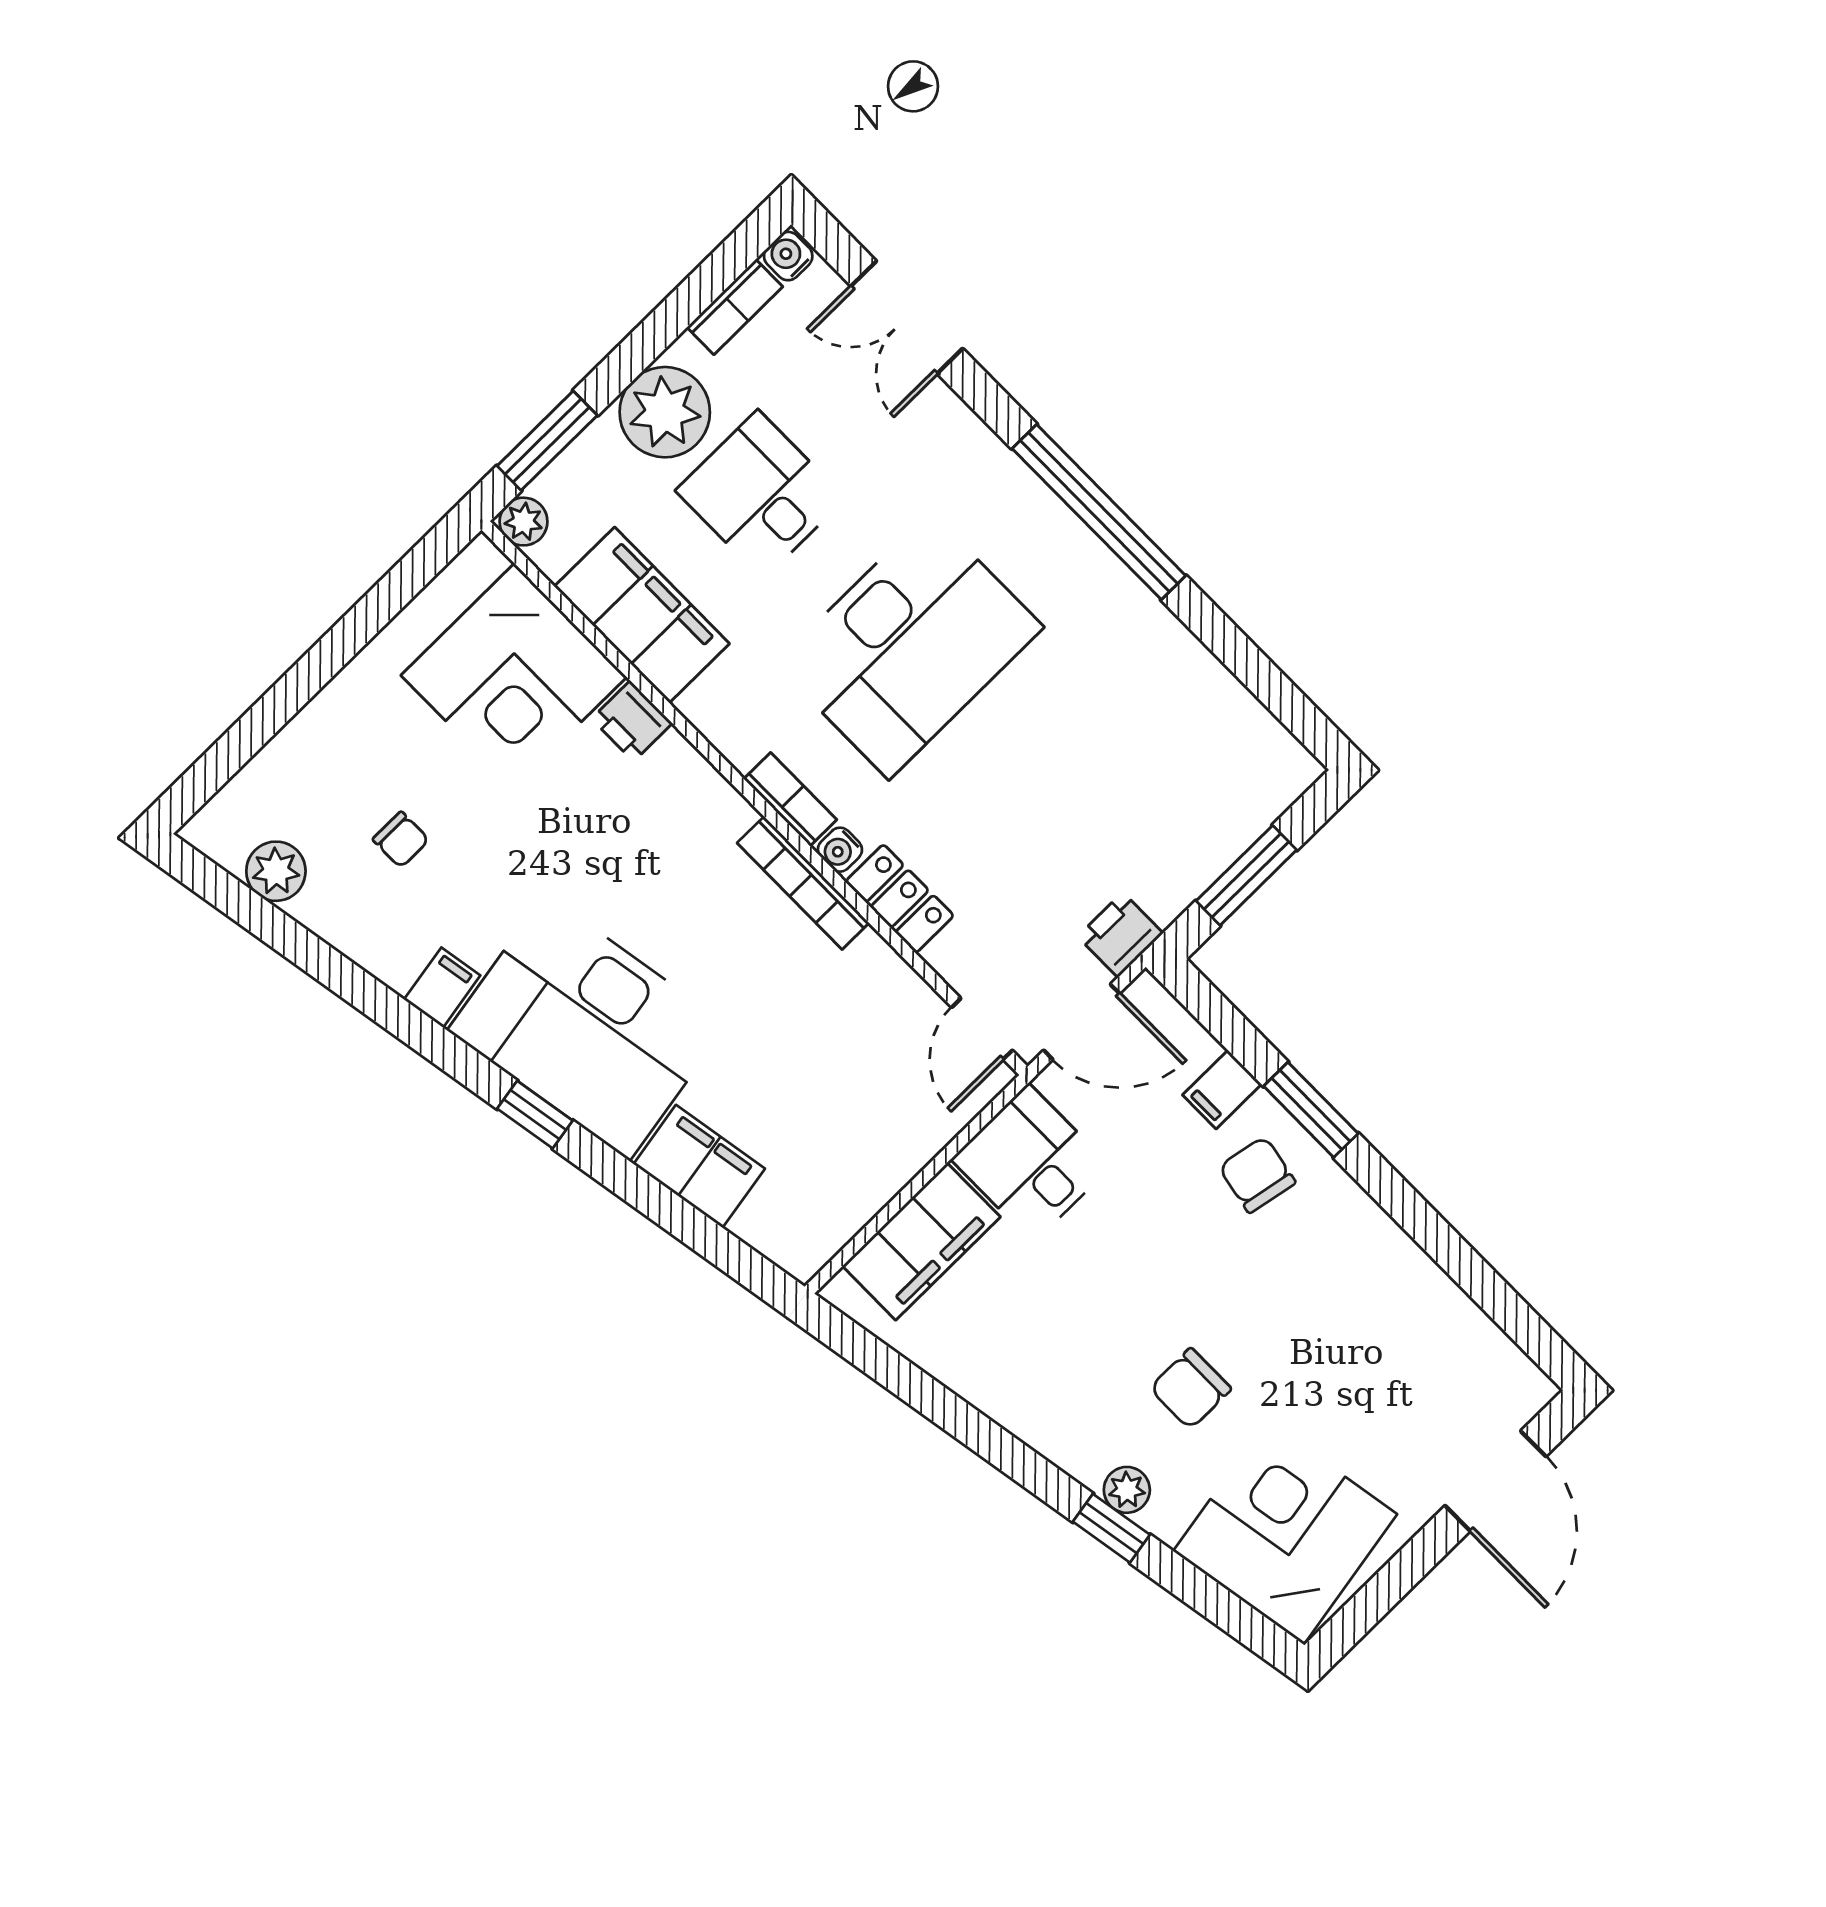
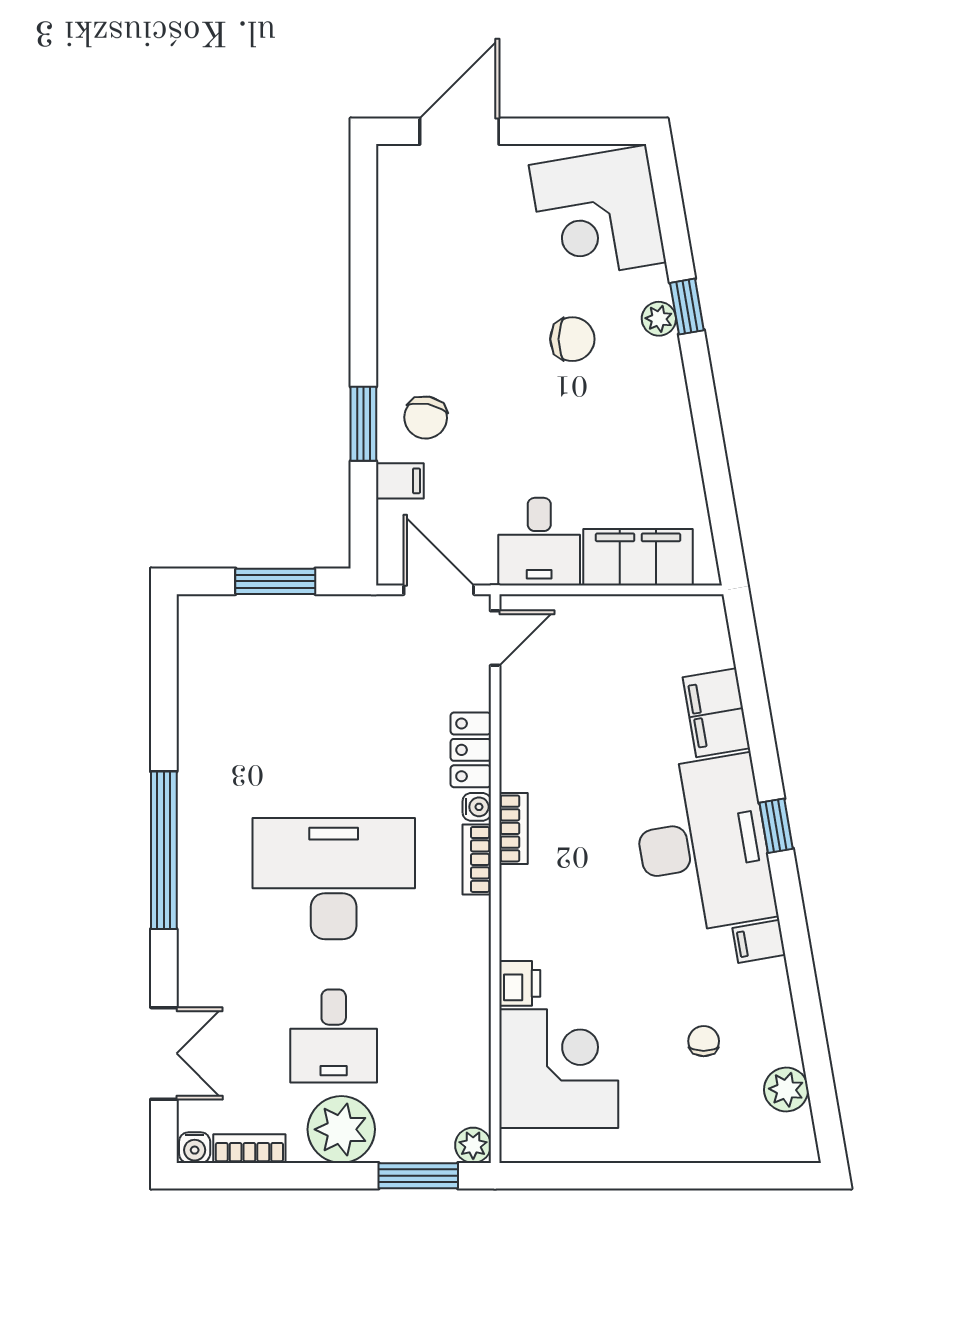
filing cabinet: (642, 615) -> (459, 1034), removed
bookcase: (803, 883) -> (513, 828), width x0.64
printer: (1120, 935) -> (373, 616), removed

